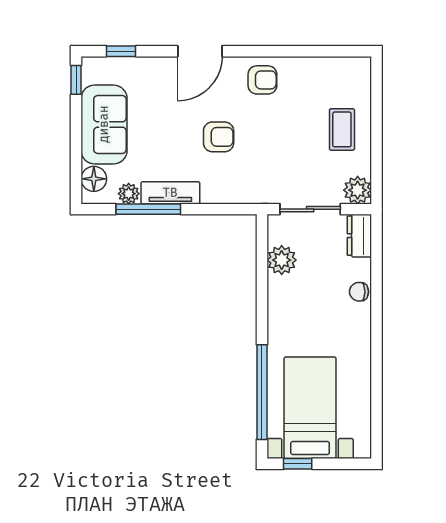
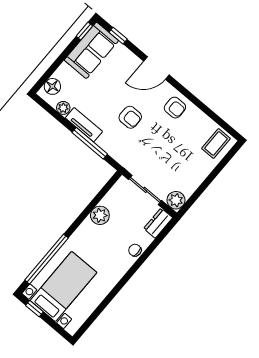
sofa: (104, 124) -> (91, 50), moved
coffee table: (342, 129) -> (216, 143), moved
window: (148, 209) -> (90, 143), moved
plant: (282, 260) -> (100, 215), moved

